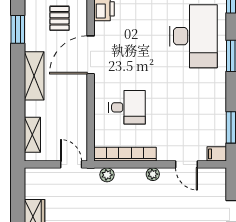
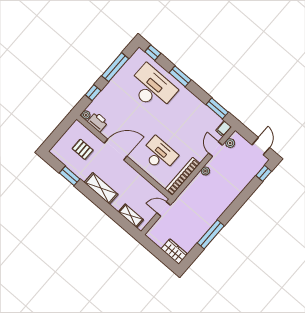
door: (91, 55) -> (116, 150), swing flipped
desk: (127, 107) -> (159, 154), width x1.37
door: (186, 164) -> (215, 149), swing flipped
plant: (107, 175) -> (230, 143), moved

